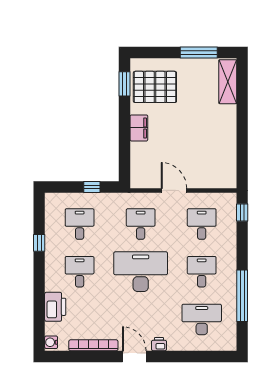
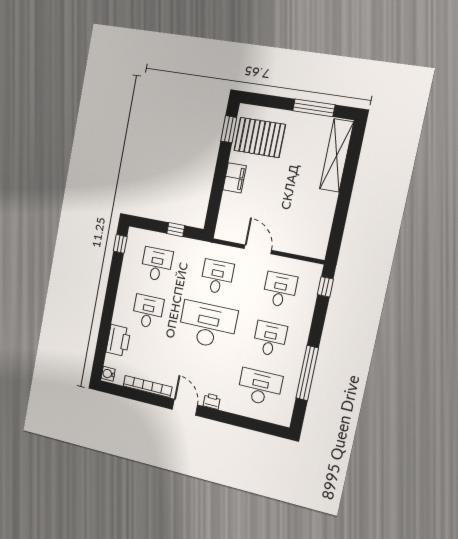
shelving: (228, 82) -> (337, 156), width x1.47
window: (39, 243) -> (120, 244), moved

